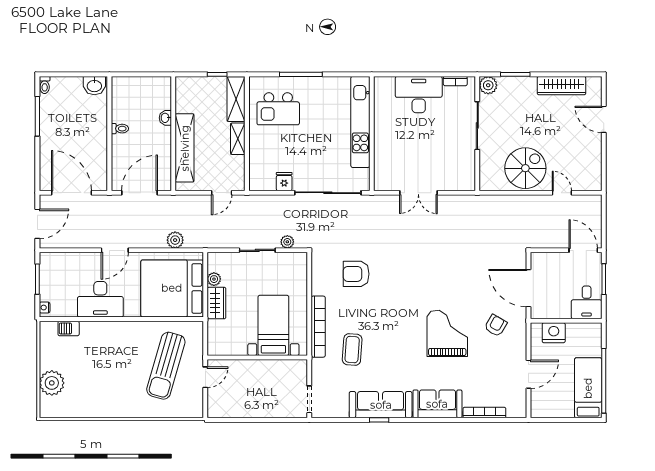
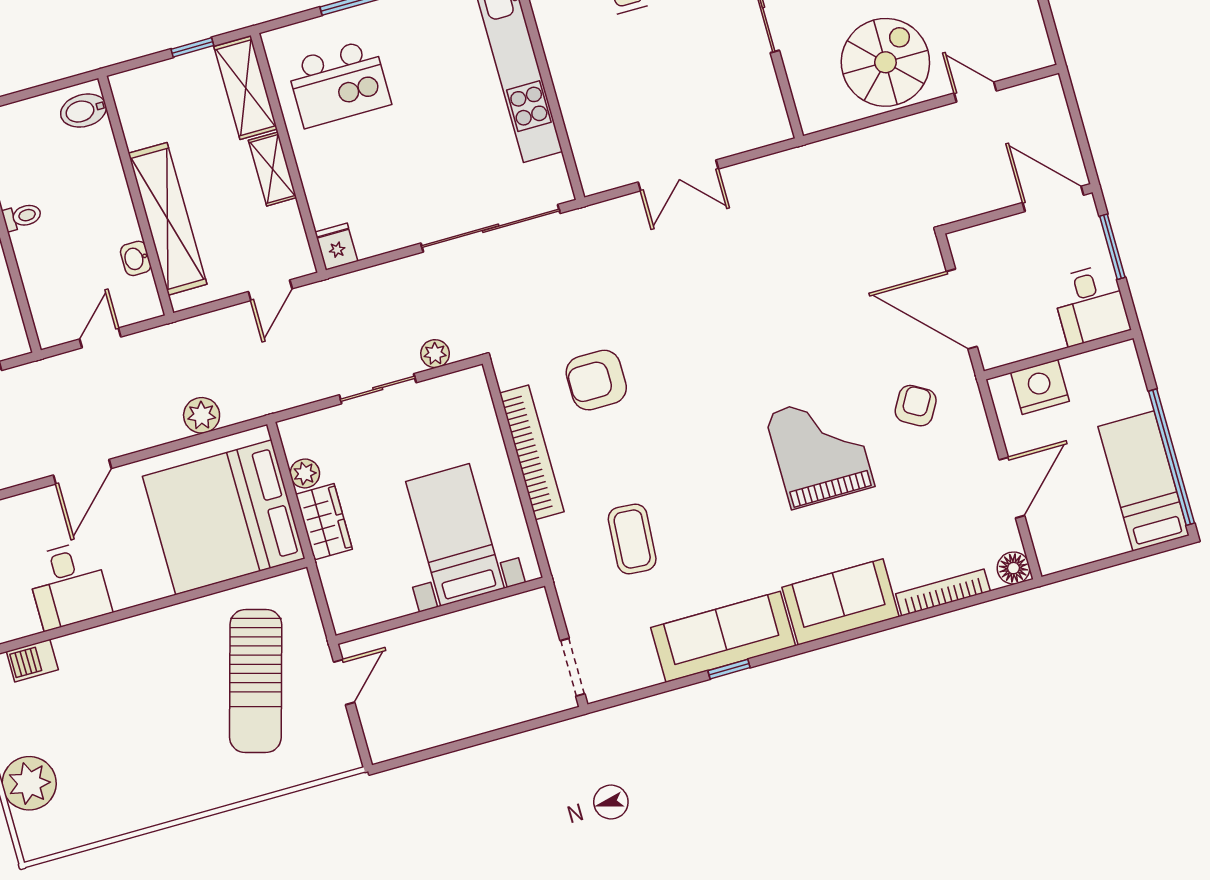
bidet: (161, 89) -> (84, 111), added
washbasin: (165, 118) -> (136, 258), moved
fridge: (284, 182) -> (336, 247), moved
door: (140, 193) -> (100, 338), width x0.53
desk: (100, 299) -> (68, 585), width x0.73
bookcase: (318, 327) -> (532, 452), moved
floor lamp: (519, 410) -> (1013, 568), added

